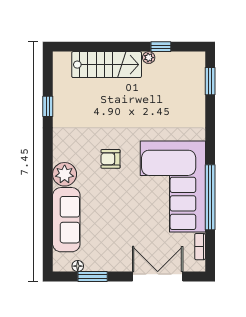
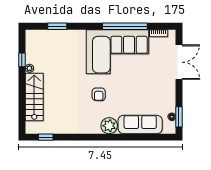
window: (210, 81) -> (57, 26), moved
window: (48, 106) -> (46, 137), moved
window: (93, 277) -> (179, 117), moved
double door: (158, 277) -> (179, 62), swing flipped

